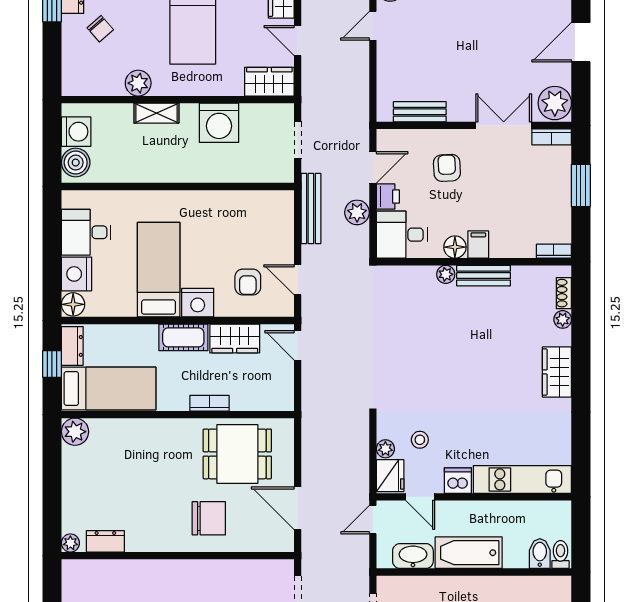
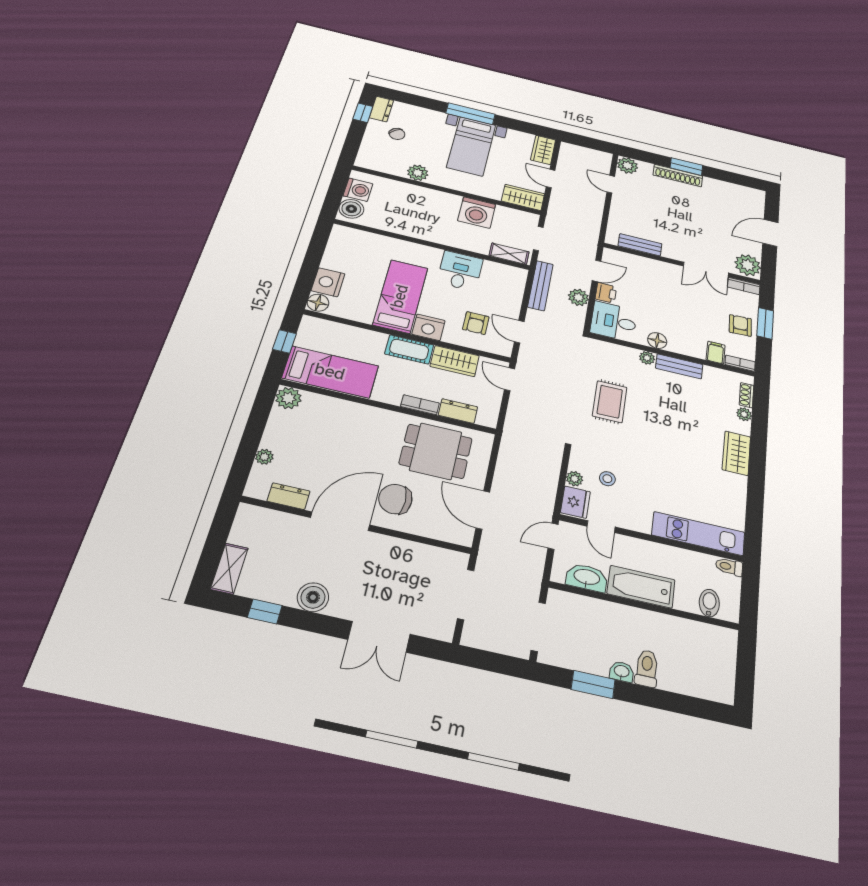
door: (373, 26) -> (611, 184), hinge flipped
shelving: (156, 113) -> (509, 254), moved
double door: (504, 125) -> (706, 269), swing flipped
armchair: (447, 168) -> (740, 325), moved
desk: (86, 232) -> (460, 271), moved, turned 90
filing cabinet: (478, 244) -> (716, 353), moved
rug: (411, 344) -> (610, 402), added
dresser: (72, 346) -> (458, 411), moved, turned -90
dishwasher: (458, 481) -> (638, 521), removed
chair: (209, 518) -> (395, 499), turned 180
plant: (70, 543) -> (264, 457), moved
toilet: (560, 555) -> (729, 567), moved, turned -90
door: (161, 556) -> (340, 521), added

